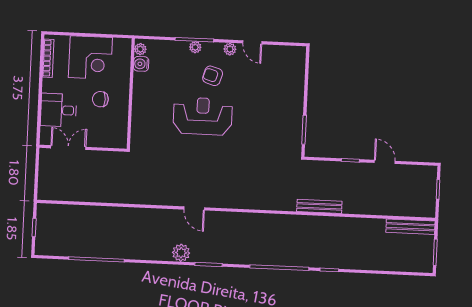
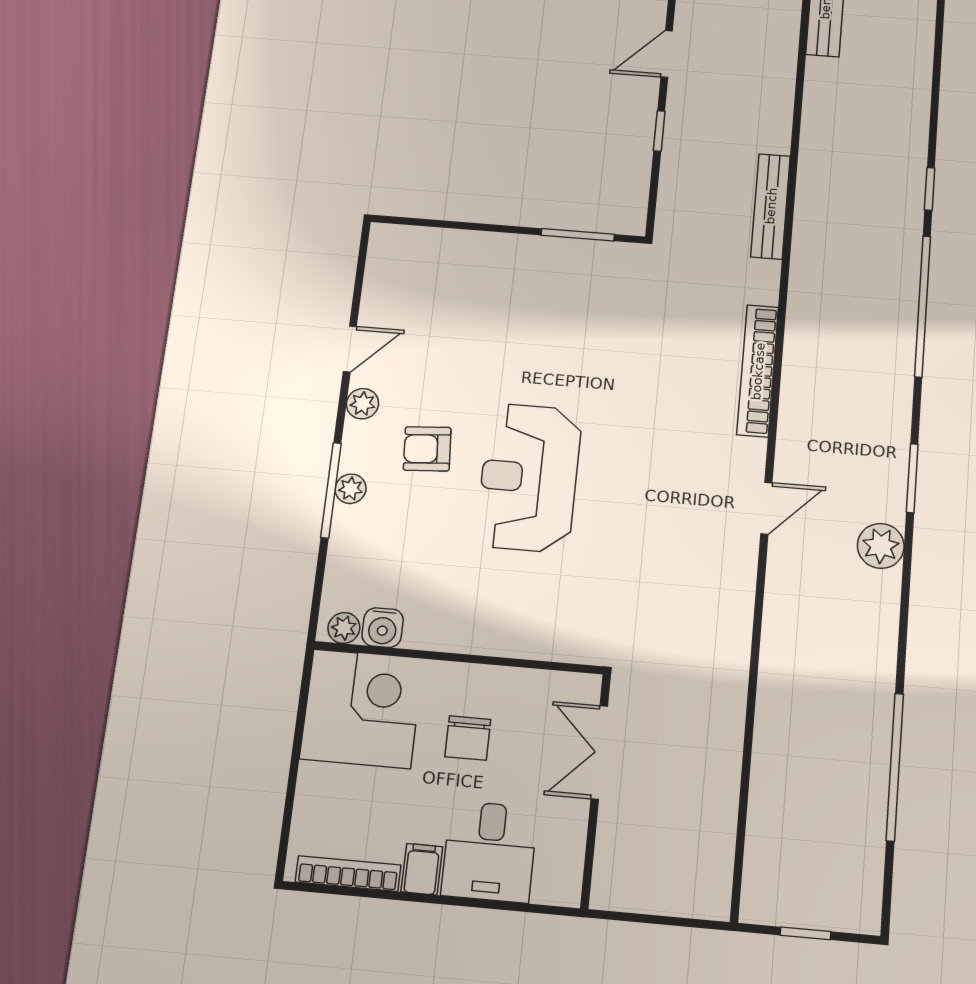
corner desk: (90, 58) -> (362, 709), moved
armchair: (213, 76) -> (427, 449), turned 69
filing cabinet: (51, 85) -> (422, 869), added
double door: (68, 148) -> (599, 752), moved
bookcase: (250, 203) -> (758, 371), added

